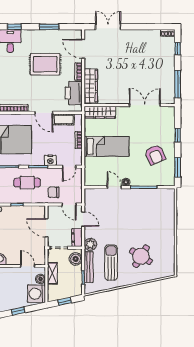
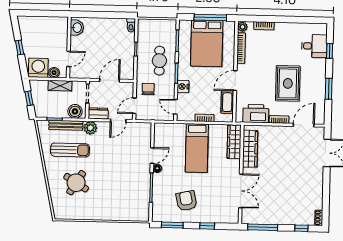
wardrobe: (91, 86) -> (250, 149), moved, turned -90
armchair: (155, 155) -> (186, 201), turned 101

